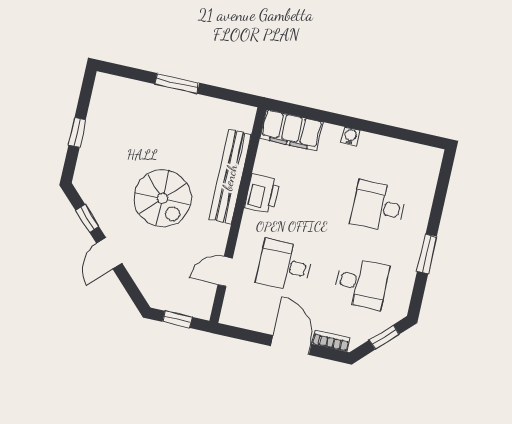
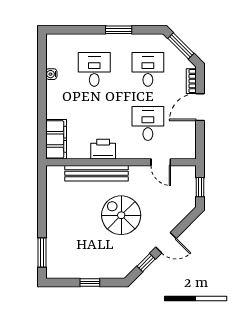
window: (177, 83) -> (42, 252), moved
water cooler: (350, 136) -> (51, 74), moved
spiral stairs: (163, 198) -> (121, 215), turned -90
desk: (378, 207) -> (94, 69), turned 180
desk: (284, 266) -> (148, 123), turned 180
window: (384, 337) -> (181, 46), width x1.50

